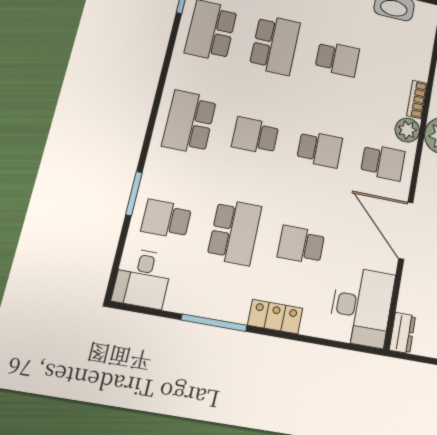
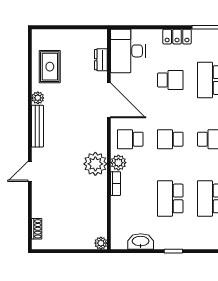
school desk: (337, 59) -> (170, 198), width x1.85
dresser: (402, 333) -> (101, 60), moved

